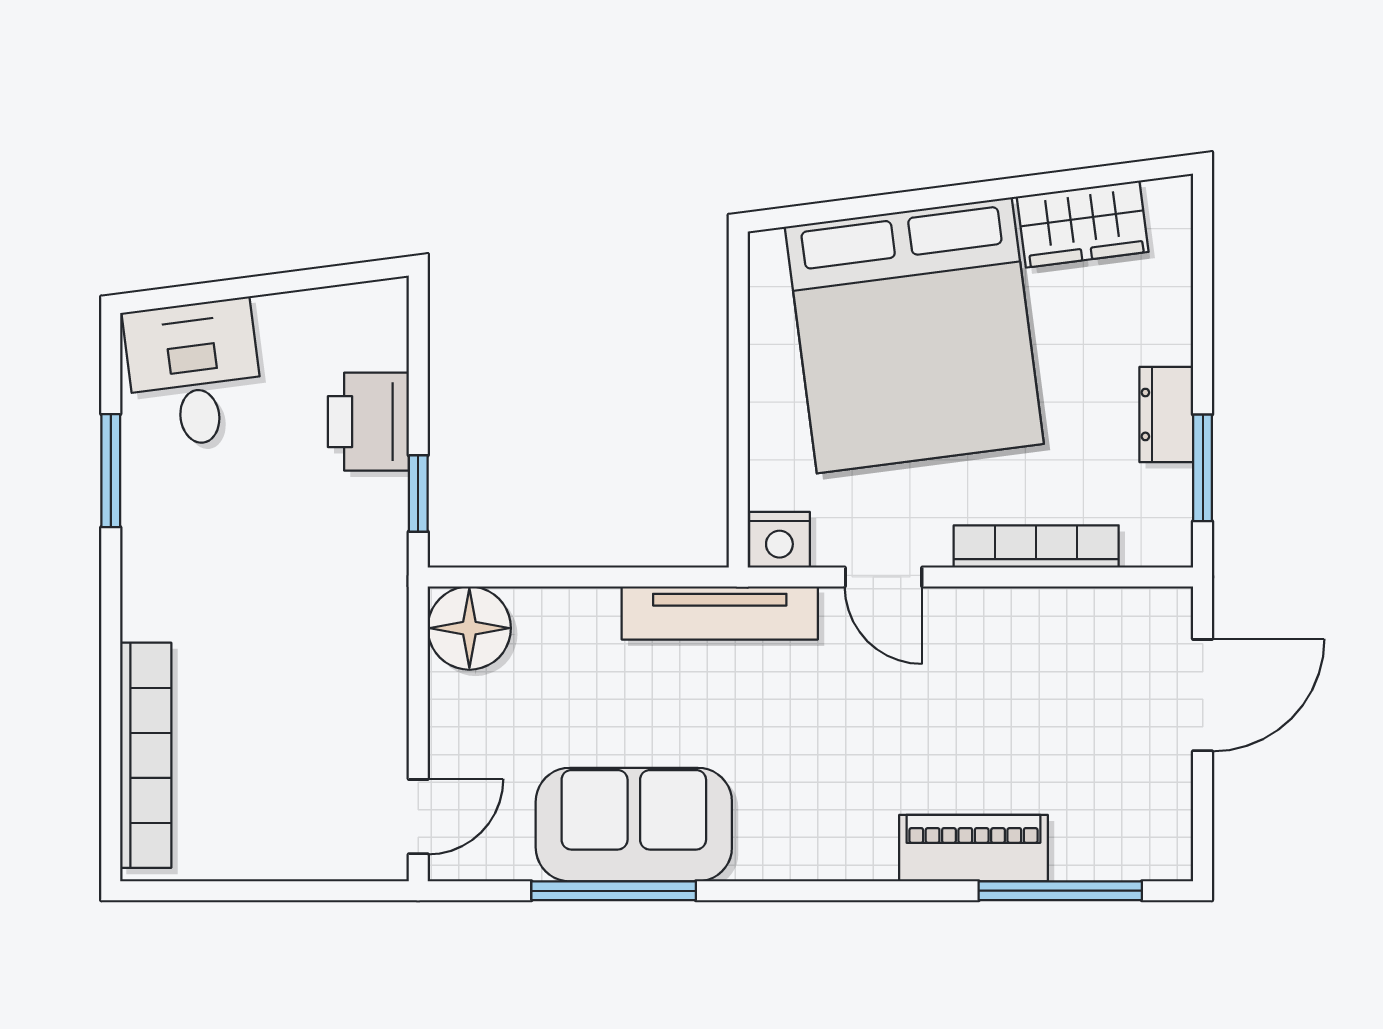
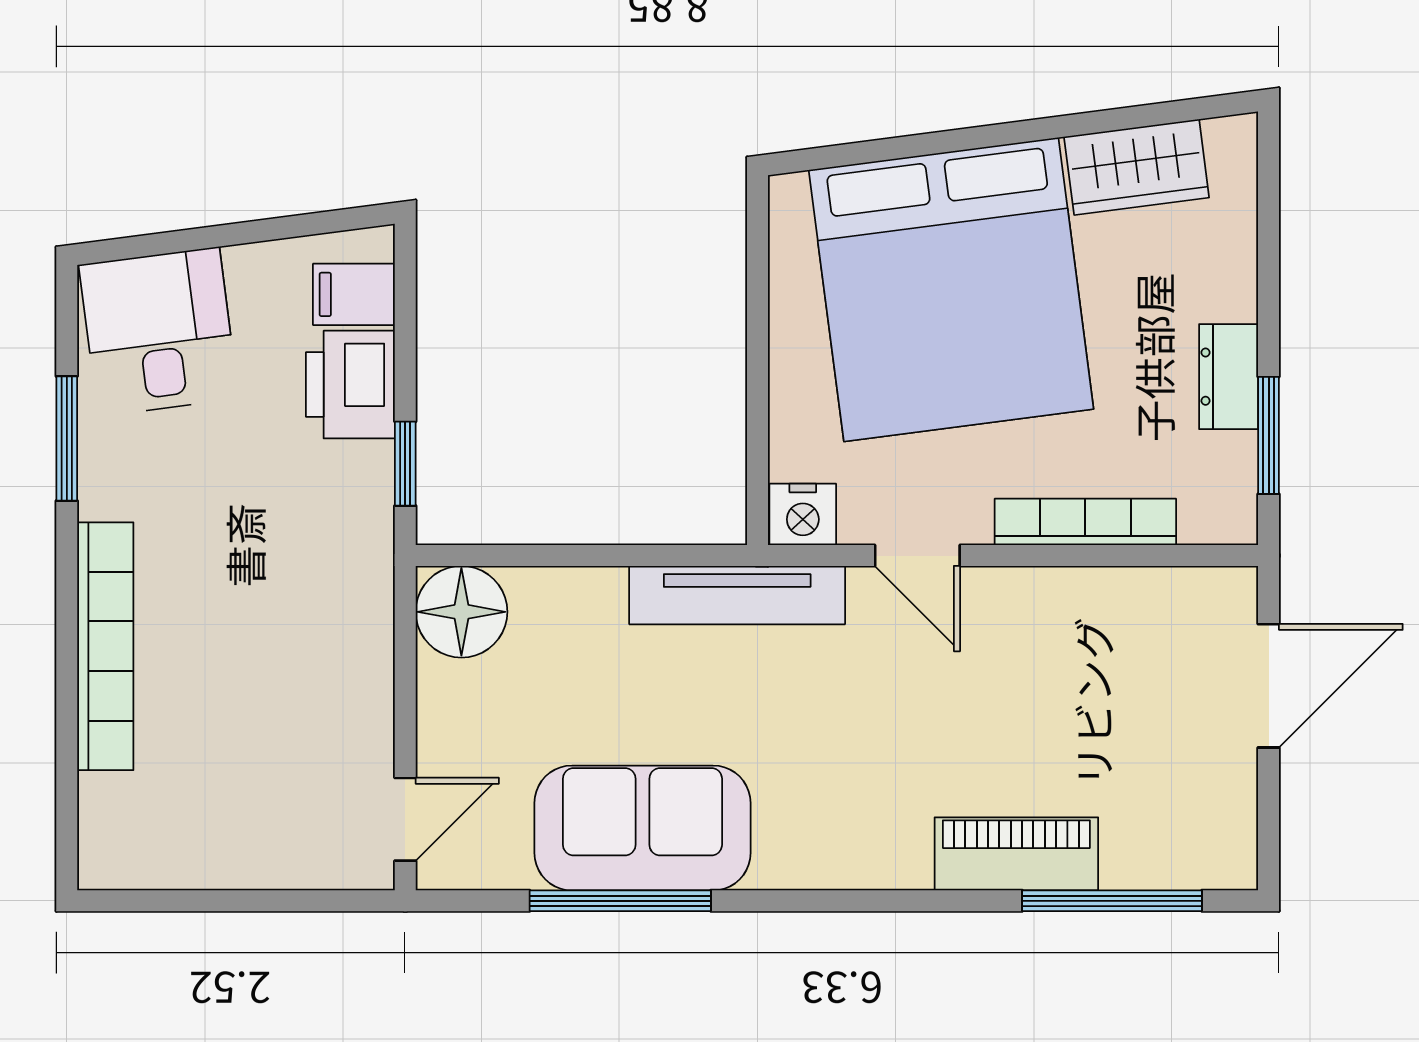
filing cabinet: (372, 340) -> (354, 294), added
bookcase: (146, 755) -> (105, 646), moved

